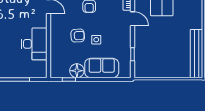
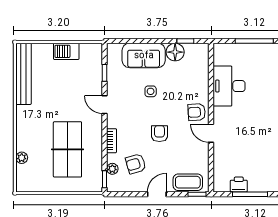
door: (132, 19) -> (105, 105), moved
armchair: (78, 36) -> (197, 112), moved
barbecue: (163, 71) -> (66, 51), added

